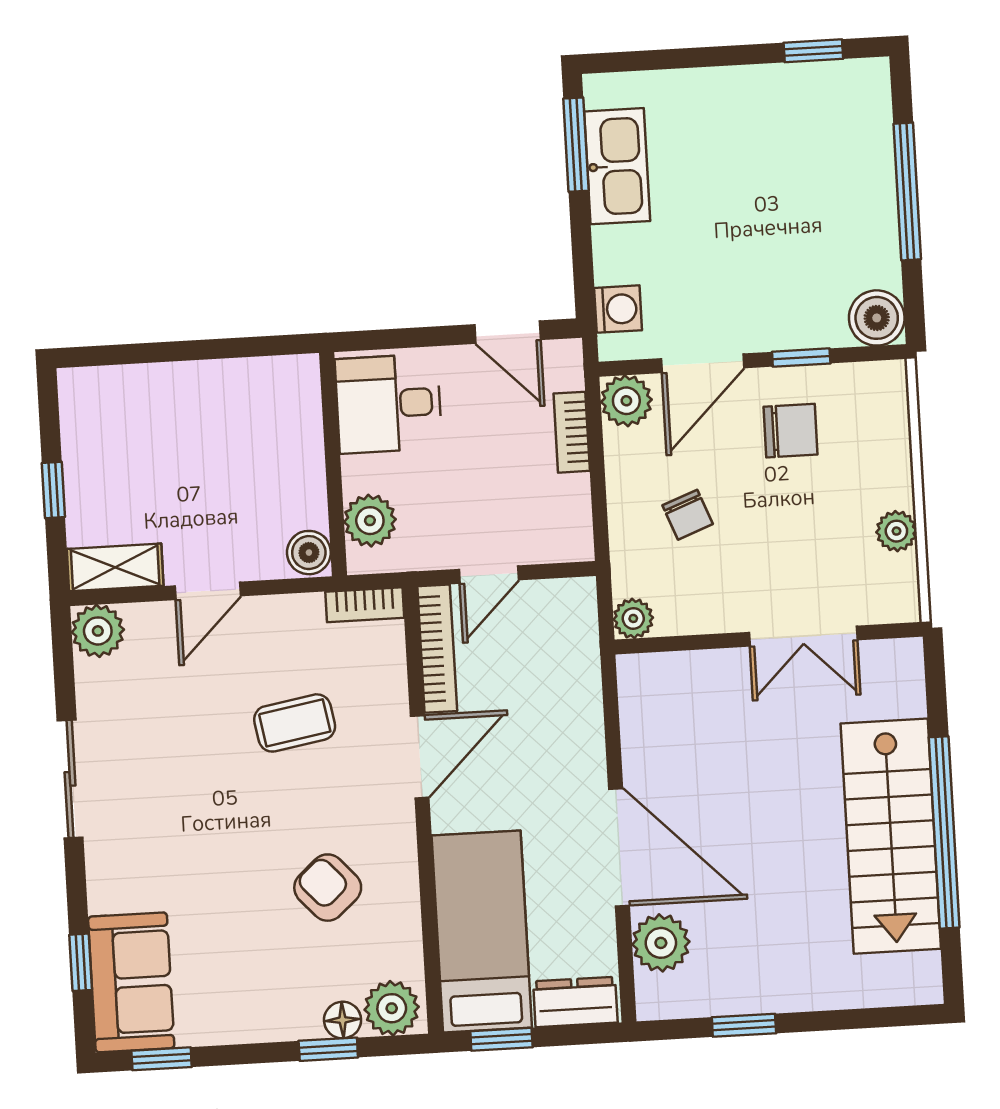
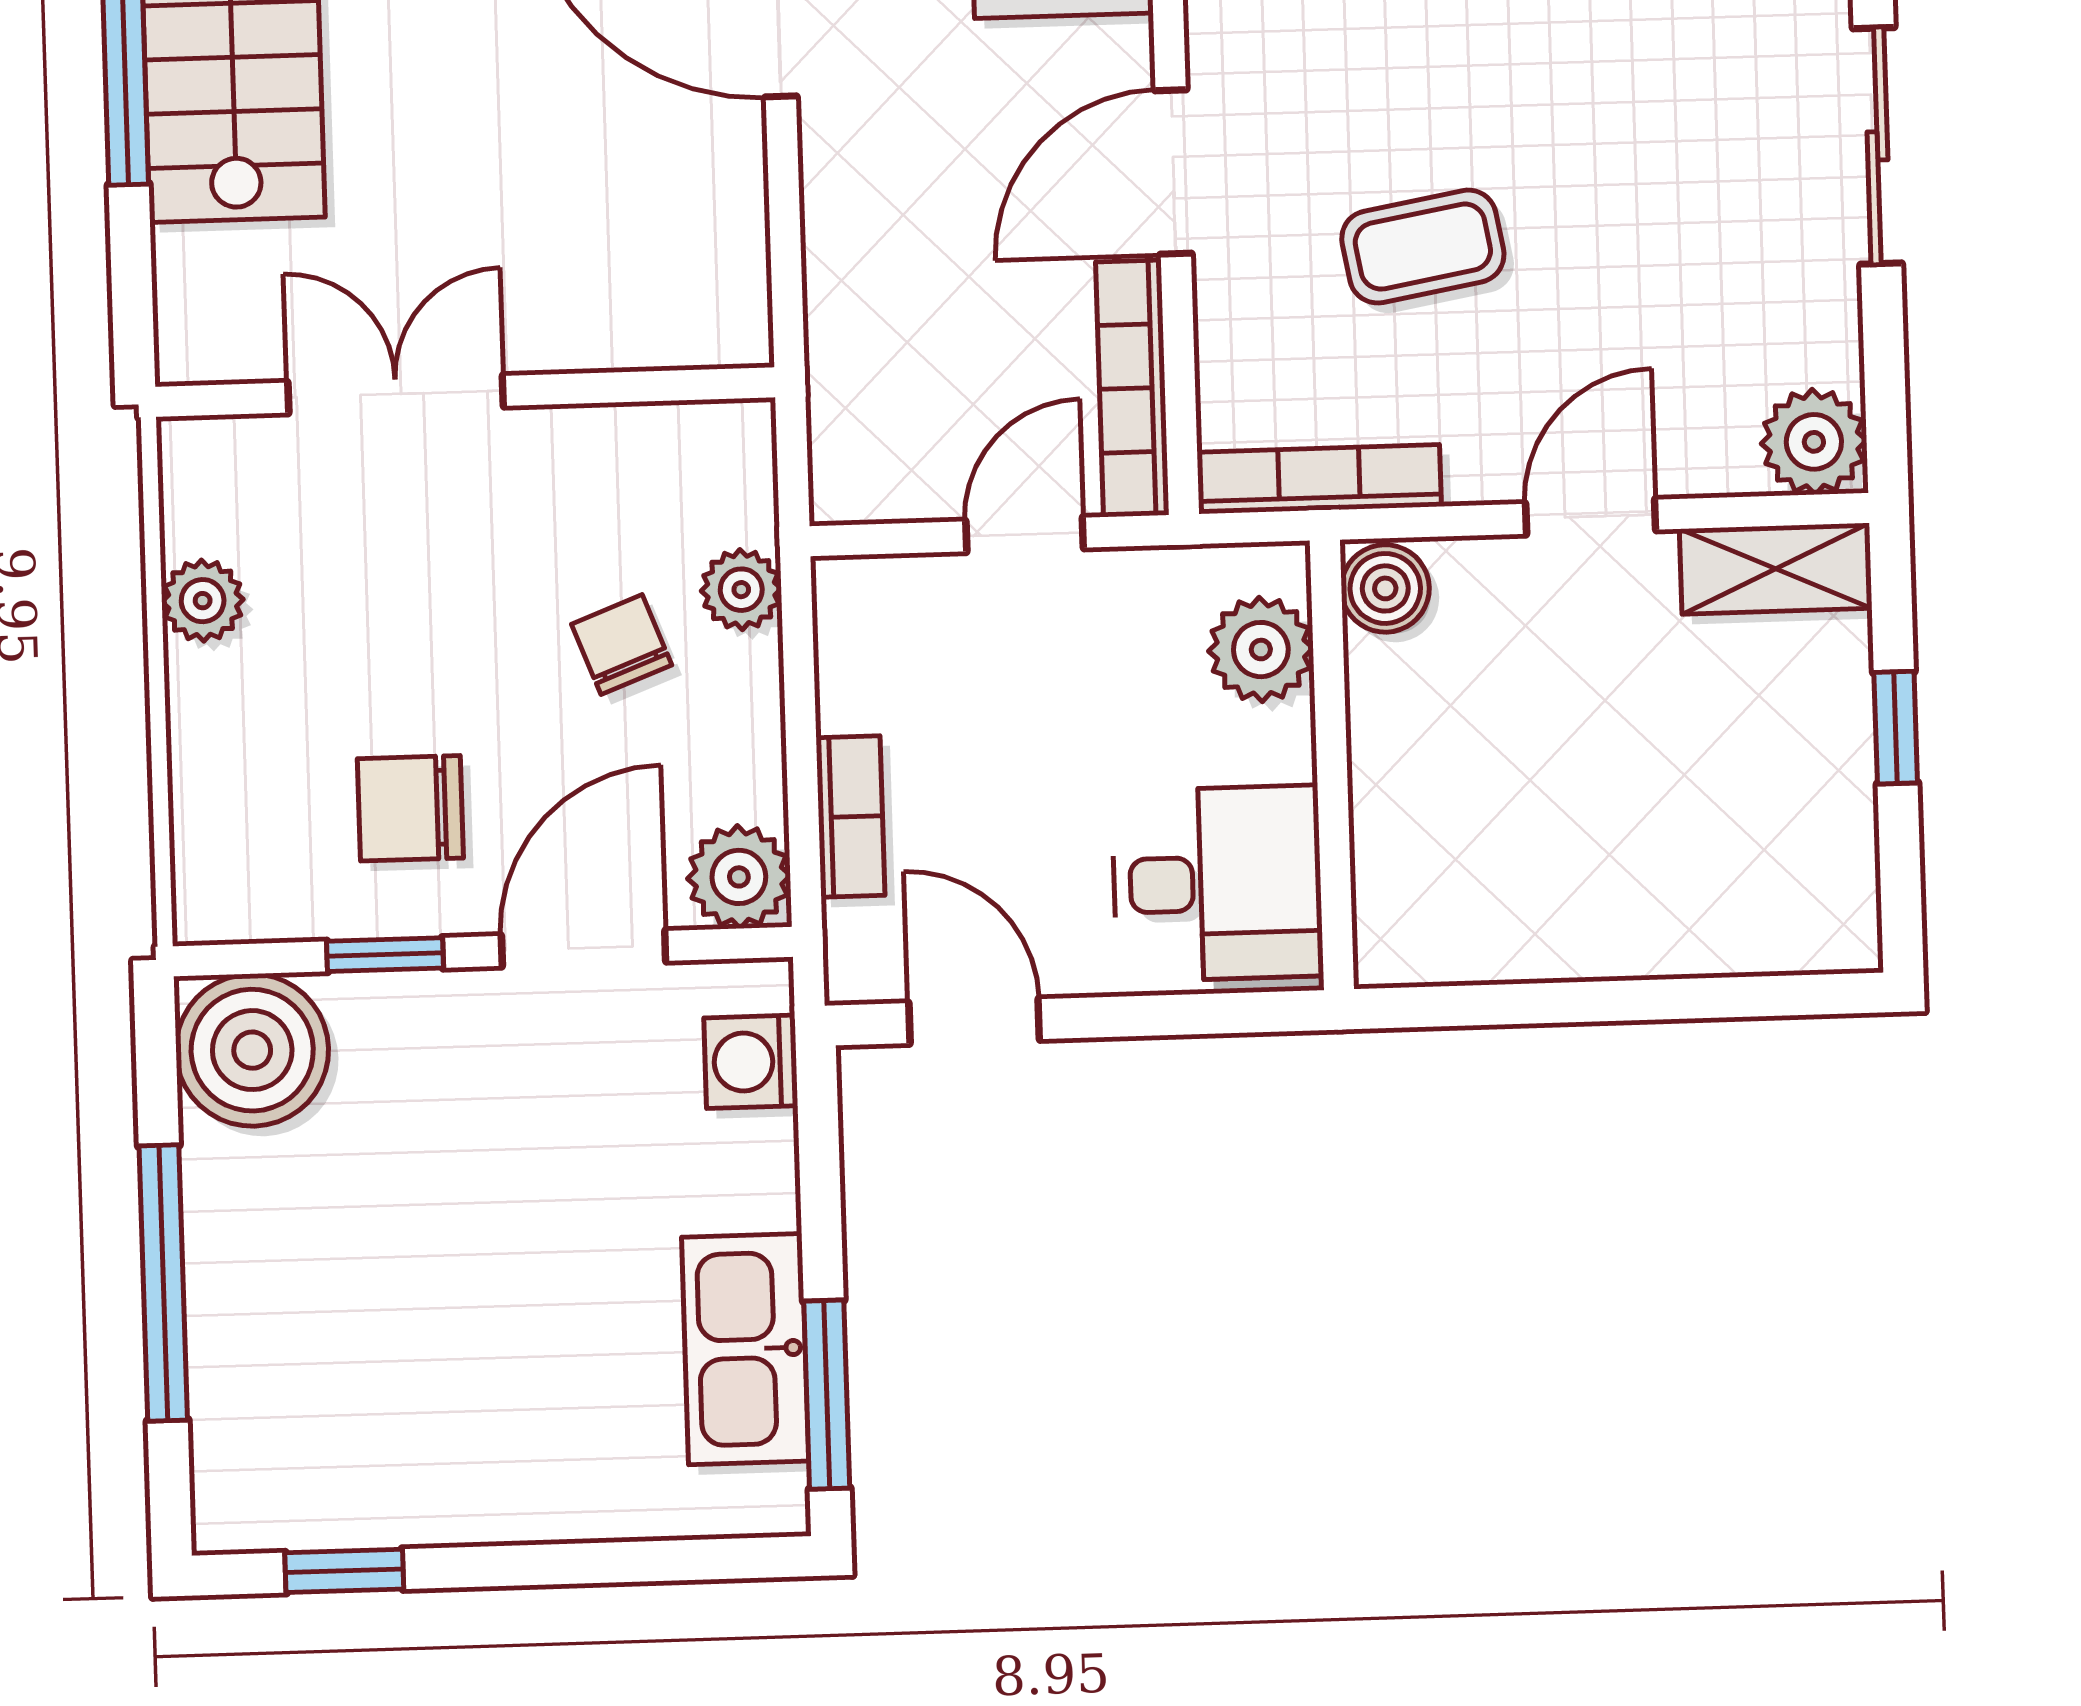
boiler: (877, 318) -> (252, 1050), width x1.37, depth x1.37
bookcase: (365, 605) -> (1319, 479), width x1.56
plant: (633, 618) -> (741, 590), moved

